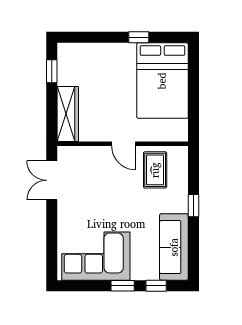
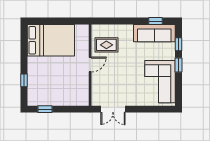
window: (139, 37) -> (24, 80), moved
wardrobe: (68, 114) -> (72, 99), removed
window: (193, 206) -> (156, 21), moved

